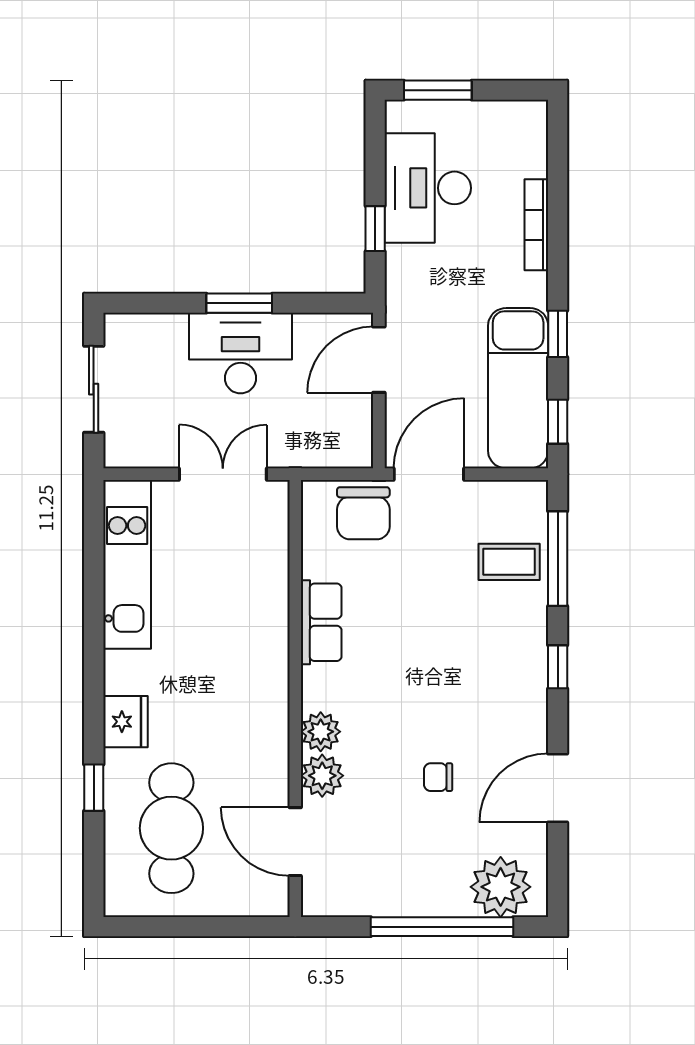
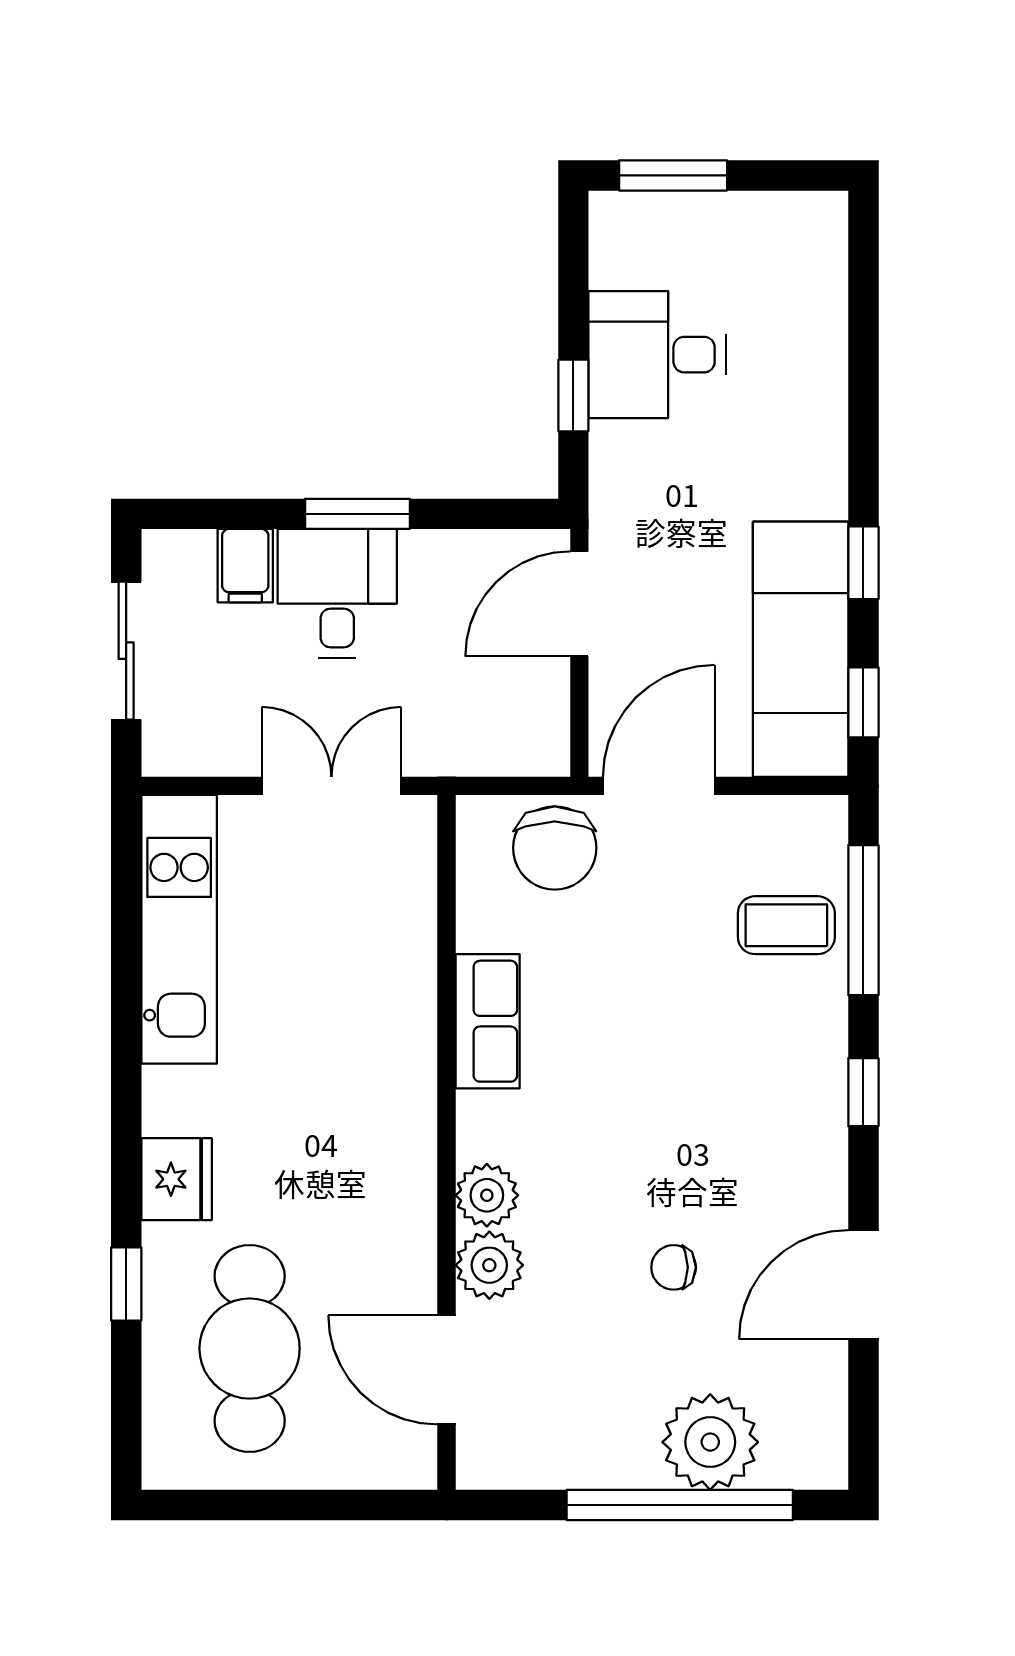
desk: (428, 188) -> (657, 355), width x0.73
bookcase: (536, 225) -> (830, 389), removed
filing cabinet: (169, 336) -> (245, 566), added
desk: (241, 353) -> (337, 593), width x0.73
plant: (501, 887) -> (710, 1442), moved

